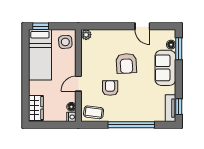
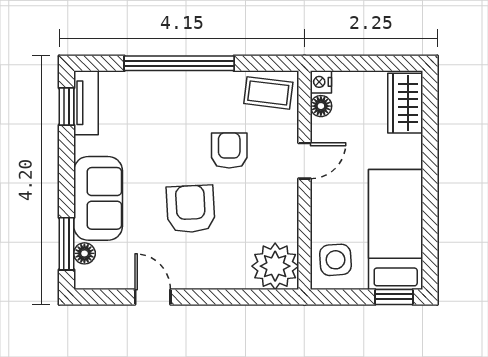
plant: (86, 35) -> (275, 266), width x1.87, depth x1.87
armchair: (110, 88) -> (229, 150), turned 180

